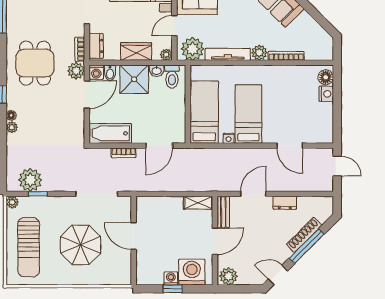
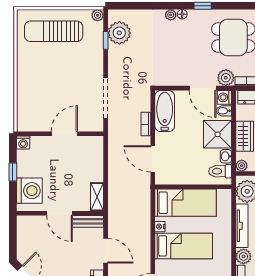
parasol: (81, 245) -> (56, 82), removed
plant: (228, 276) -> (25, 226), removed
washing machine: (171, 278) -> (23, 143), moved, turned 90

